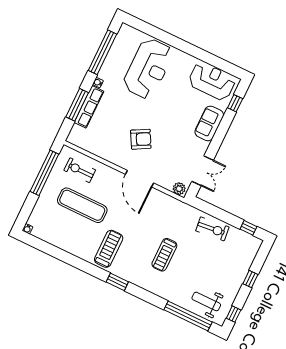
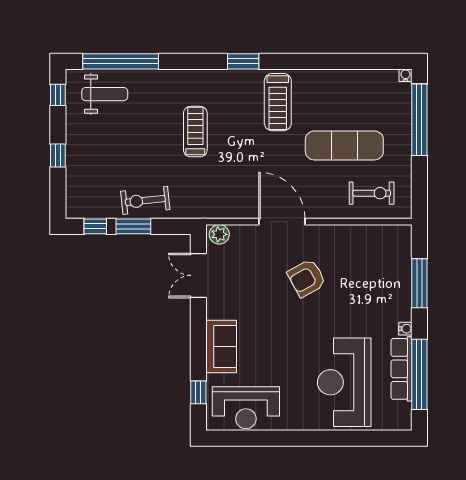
row of seats: (89, 107) -> (402, 369), moved
window: (44, 173) -> (419, 120), moved
window: (226, 217) -> (133, 226), added

